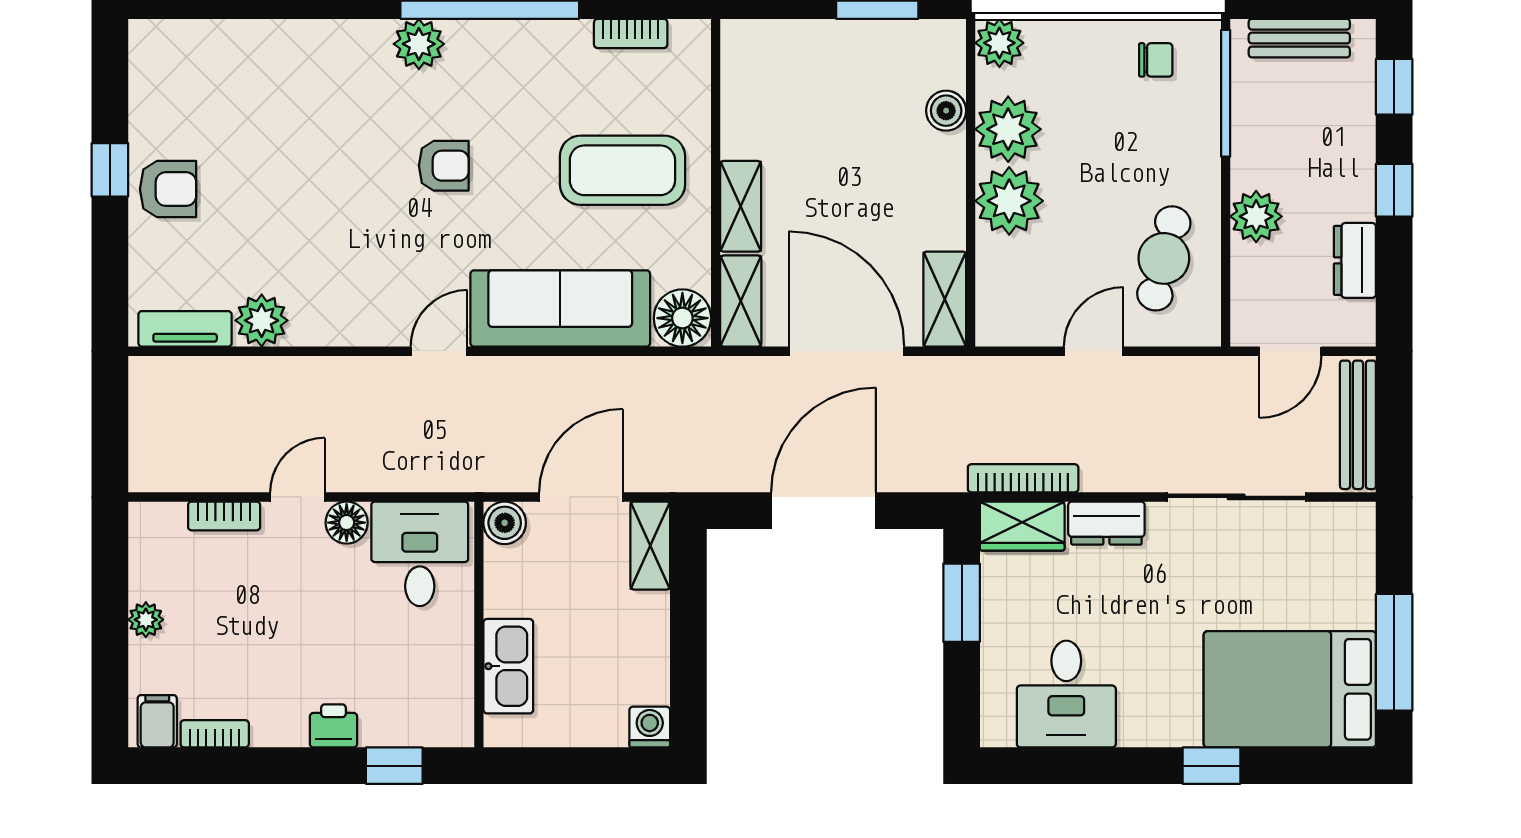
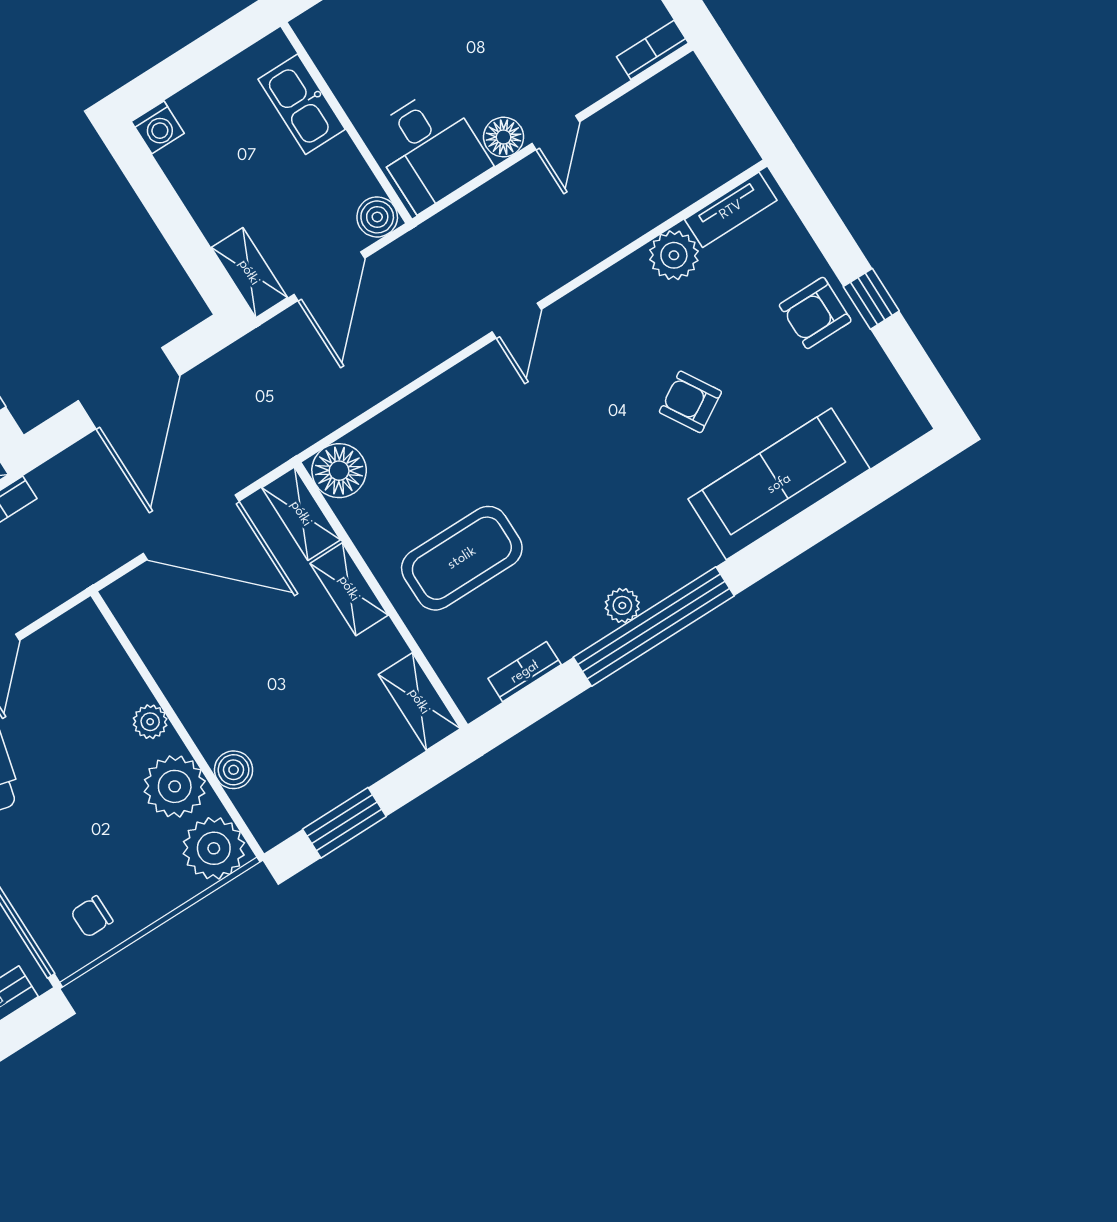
plant: (999, 43) -> (214, 848), width x1.36, depth x1.36
plant: (419, 44) -> (622, 605), moved, width x0.73, depth x0.73
armchair: (444, 166) -> (690, 402), moved, turned 59
plant: (1009, 201) -> (150, 722), width x0.53, depth x0.53
shelving: (945, 299) -> (419, 702), moved
sofa: (560, 308) -> (779, 484), moved, turned 180
bookcase: (224, 516) -> (653, 50), moved

